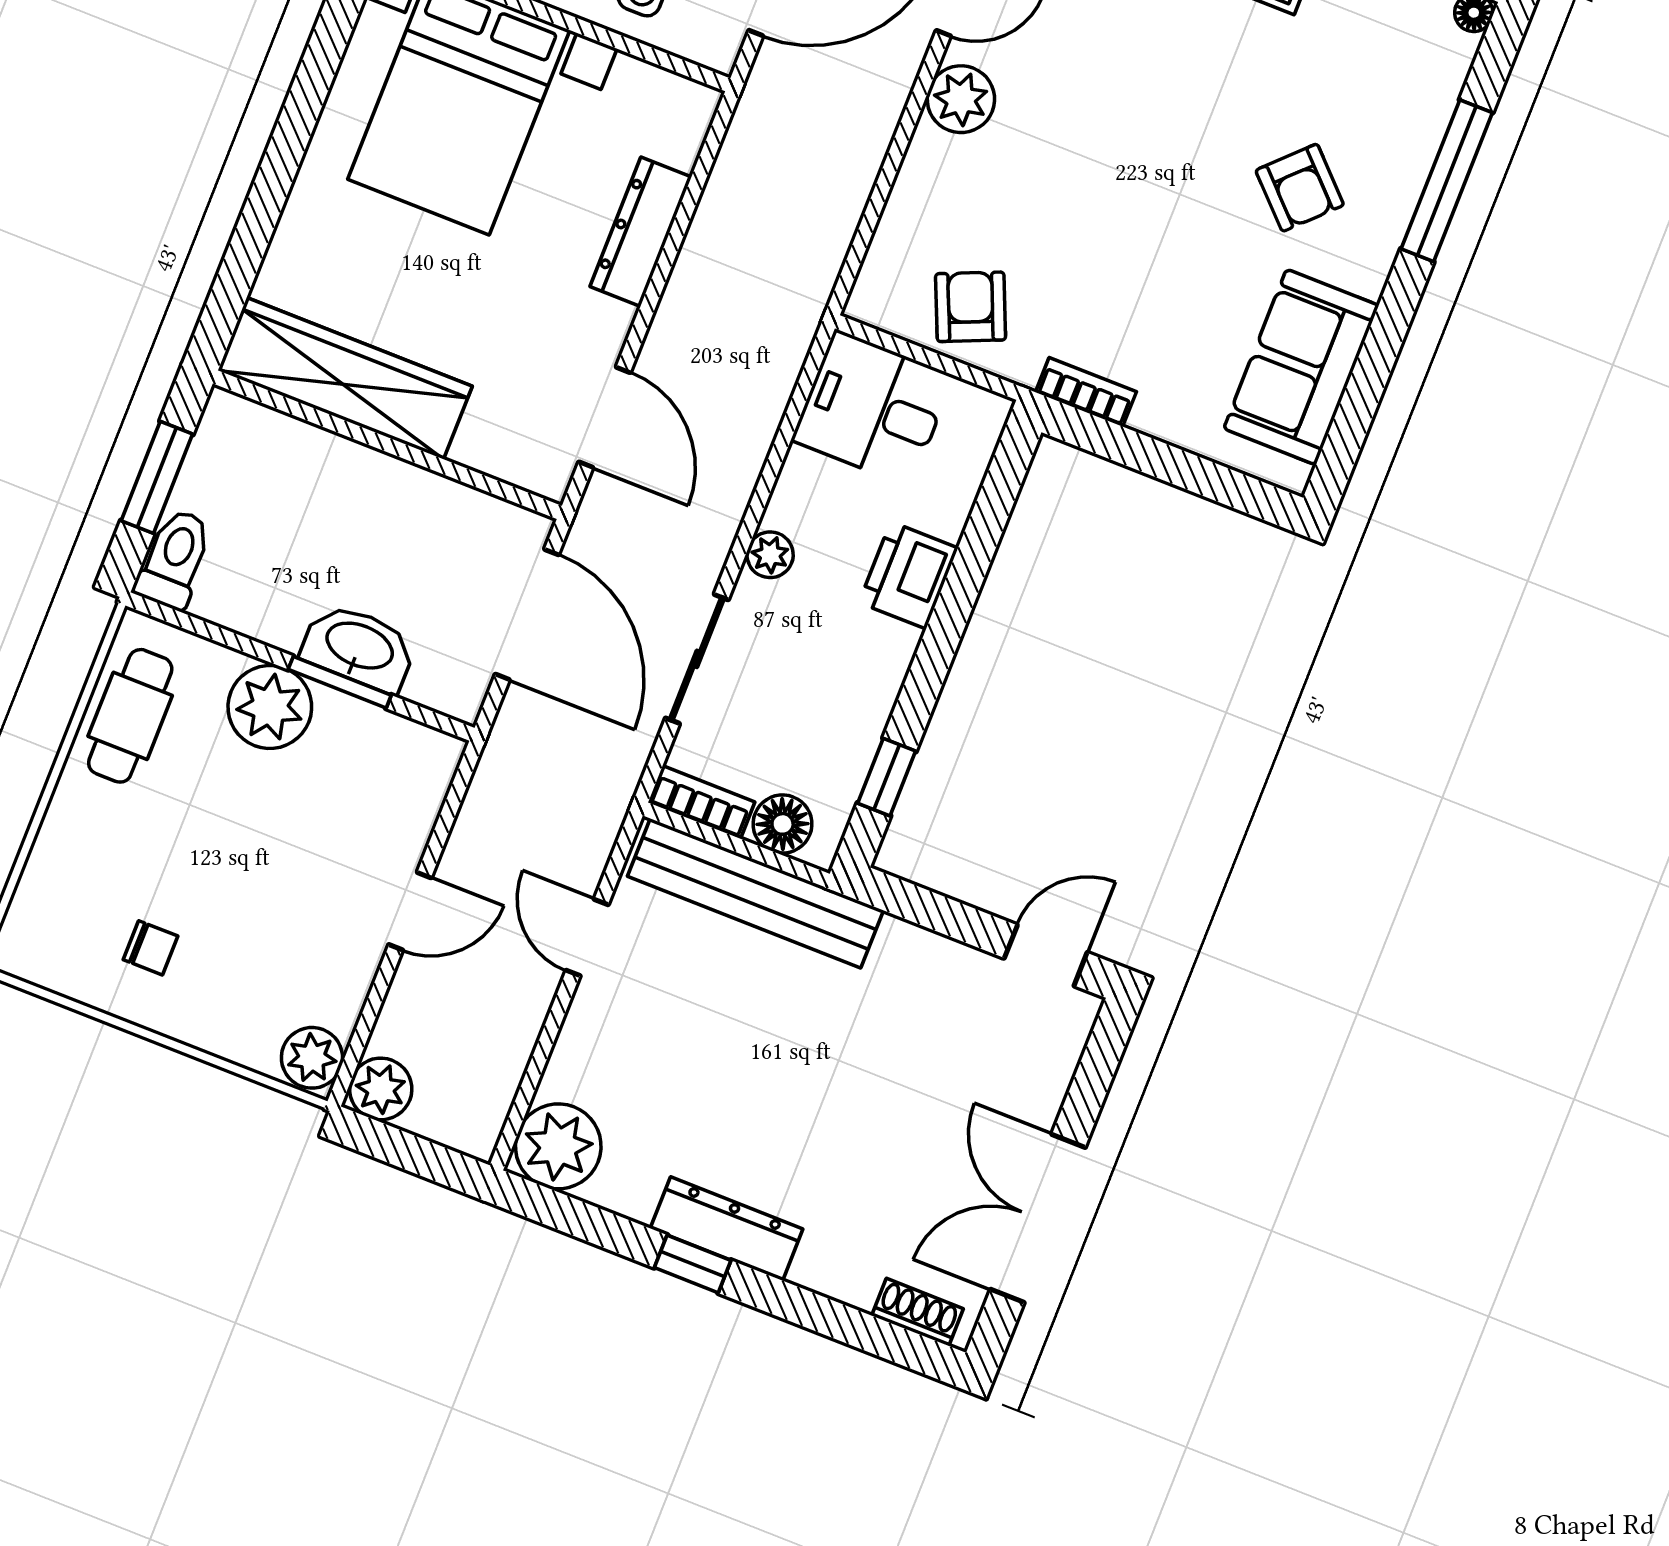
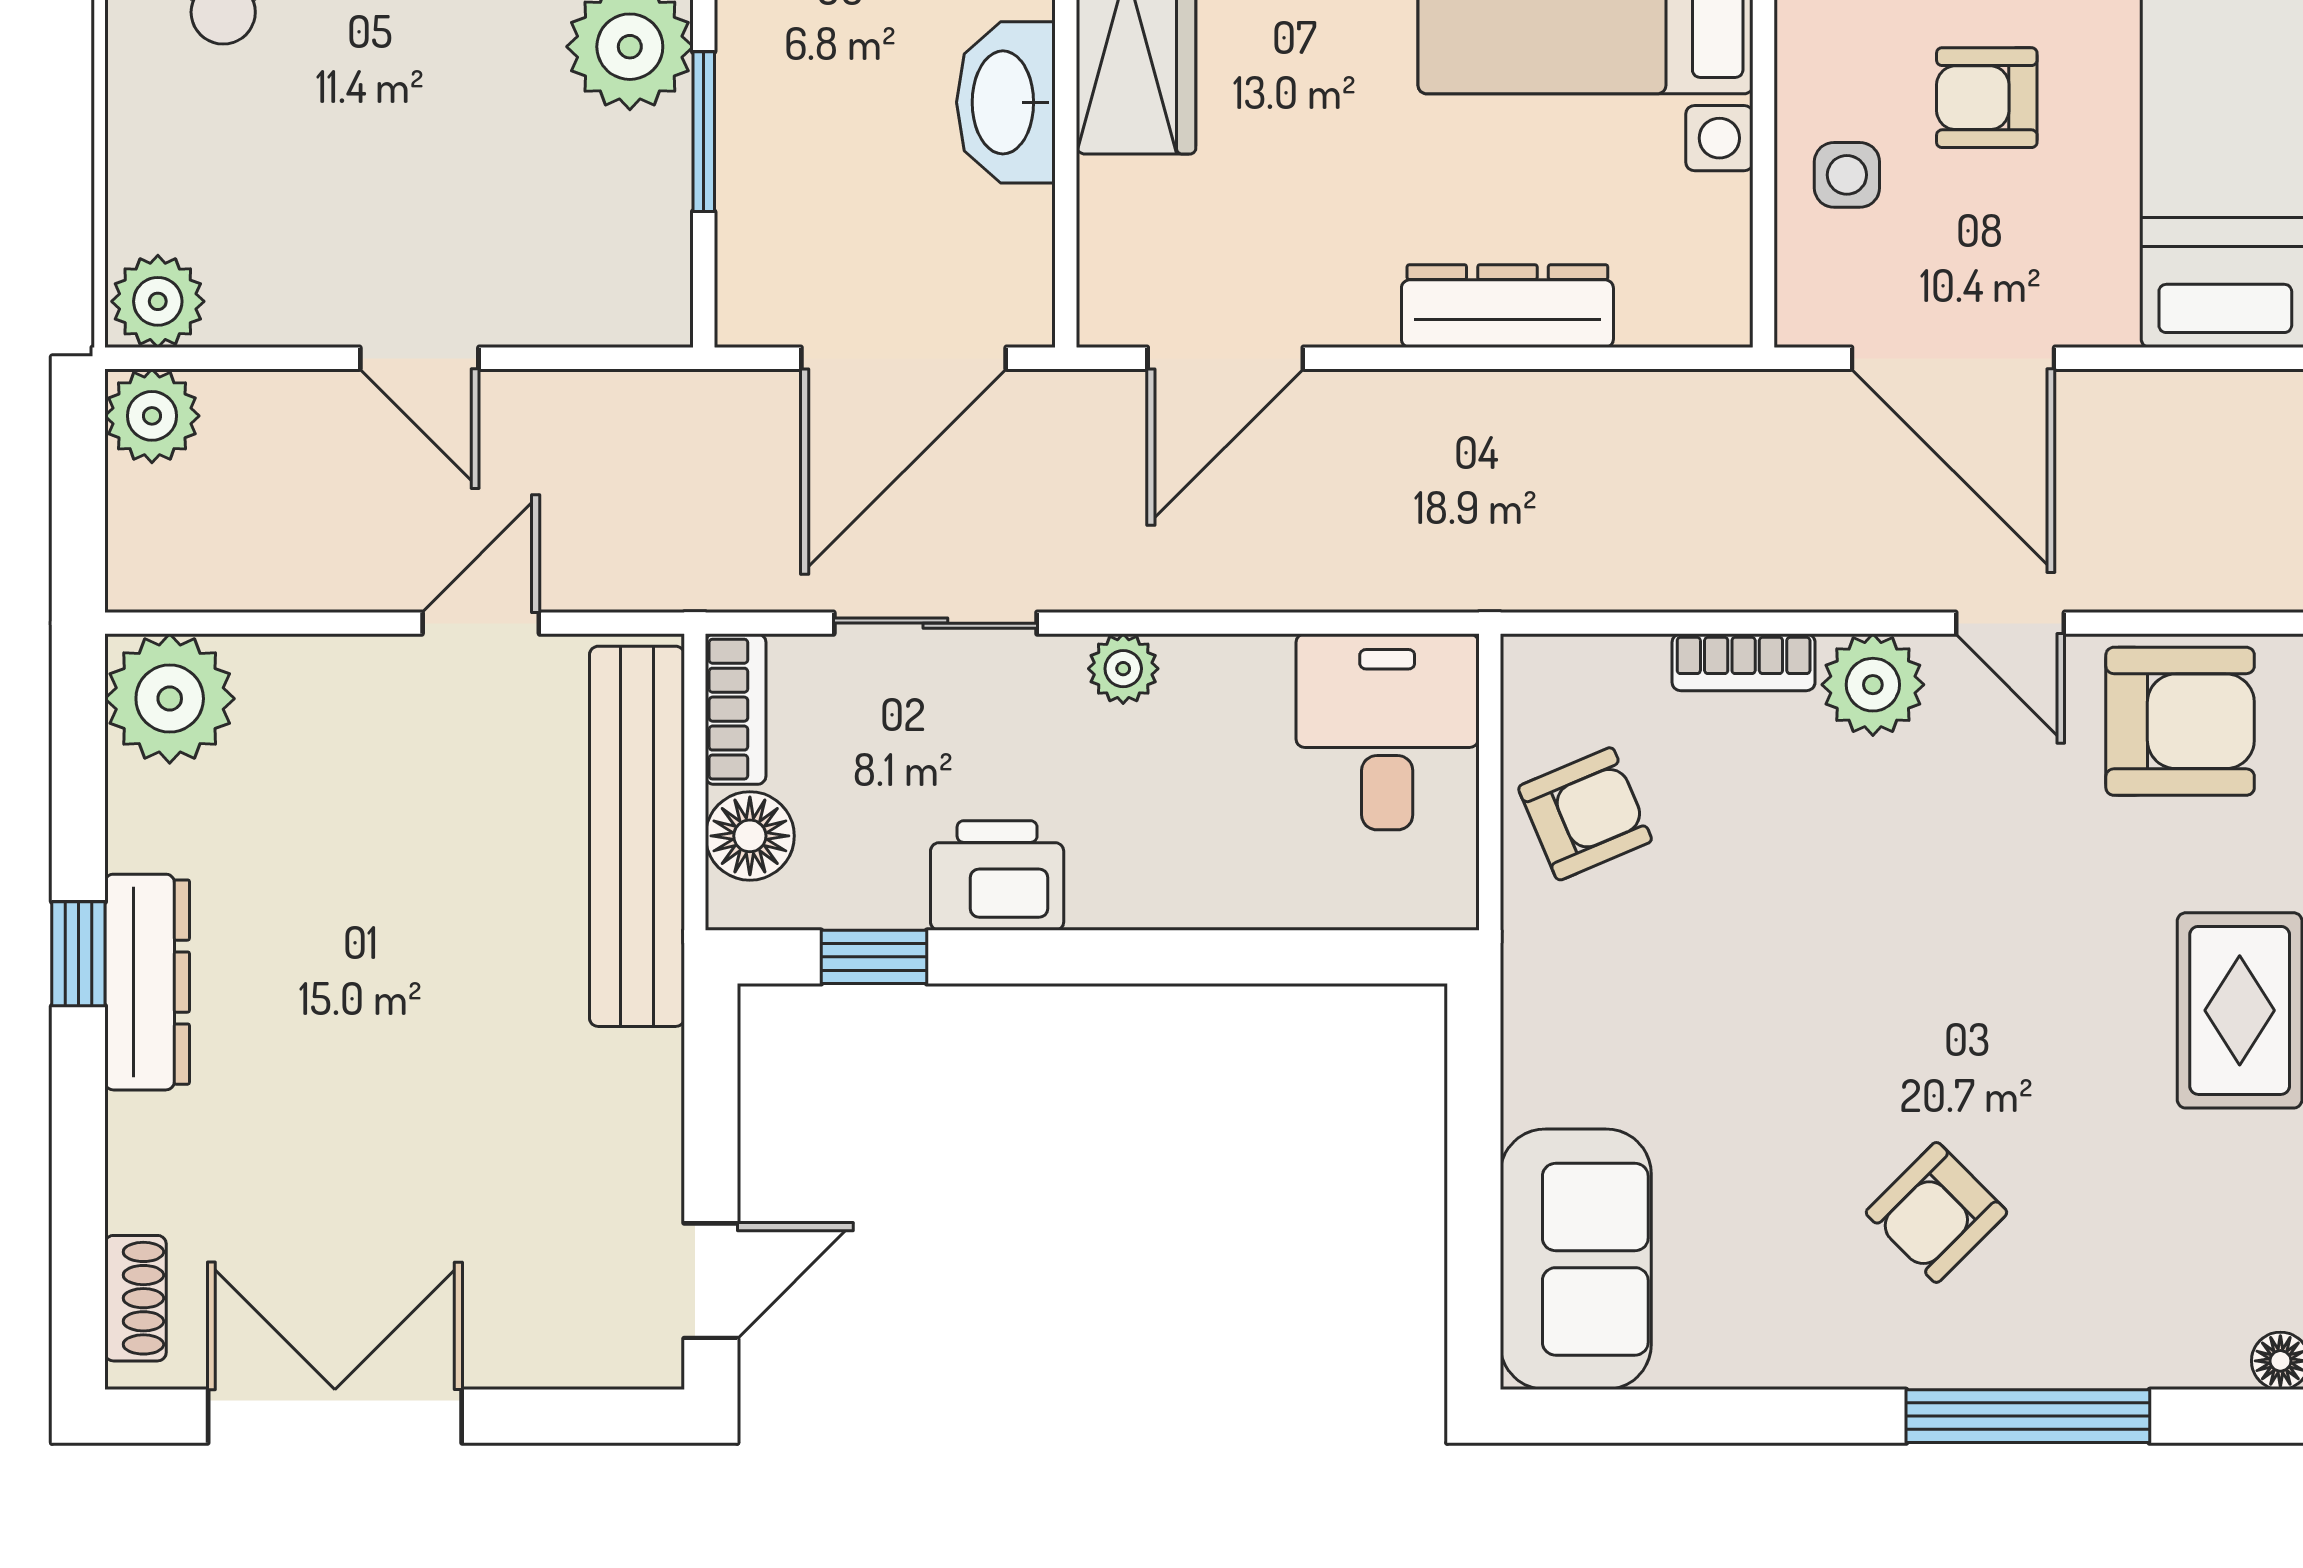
sofa: (1301, 367) -> (1576, 1259), moved, turned 90
bookcase: (1086, 392) -> (1744, 662), moved, turned 90
printer: (909, 575) -> (997, 876), moved
washbasin: (359, 647) -> (1006, 102), moved, turned 180
door: (1046, 955) -> (711, 1281), hinge flipped

